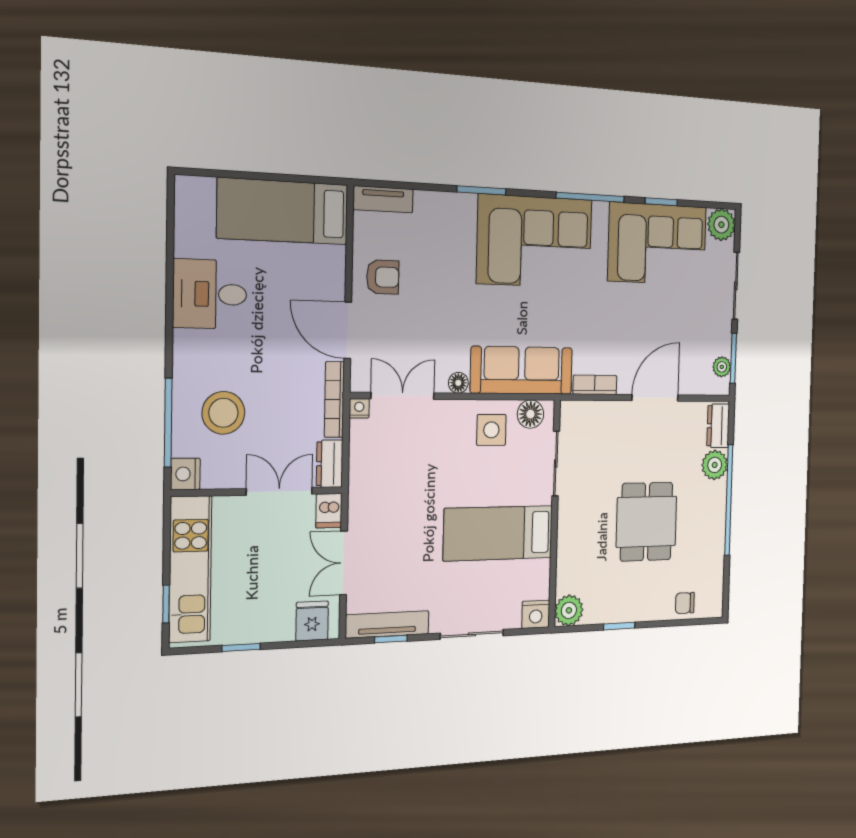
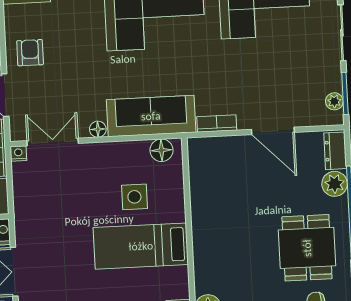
armchair: (383, 277) -> (30, 53), turned -90
door: (655, 398) -> (273, 131), swing flipped
side table: (491, 430) -> (134, 197), moved
sliding door: (556, 464) -> (187, 189), removed
dining table: (647, 522) -> (307, 248), moved

